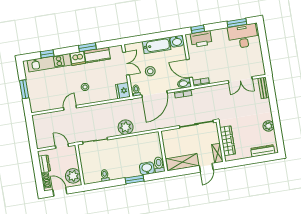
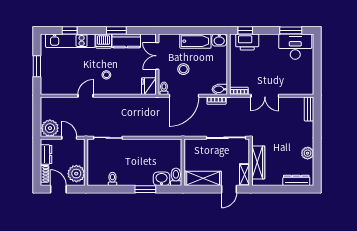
double door: (126, 64) -> (157, 56), swing flipped
door: (189, 68) -> (228, 73), removed
double door: (240, 80) -> (265, 96), moved
plant: (126, 127) -> (50, 128), moved

